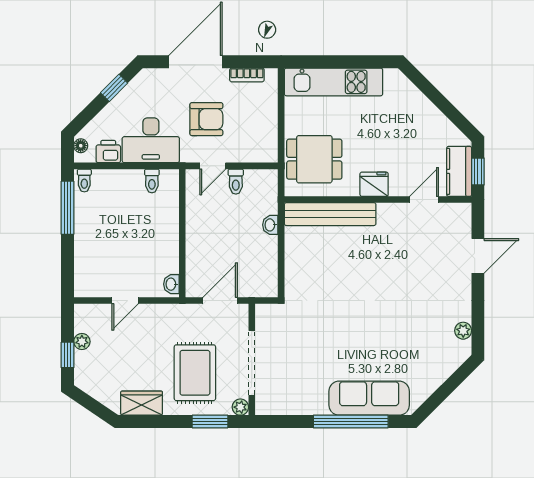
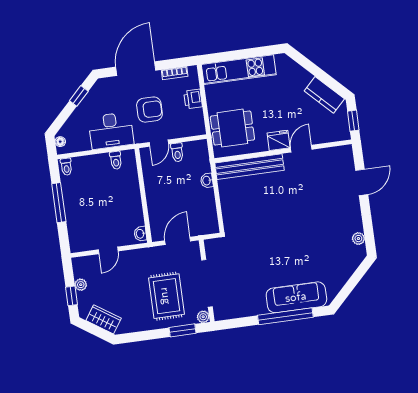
printer: (108, 152) -> (193, 99), moved, turned -90
kitchen counter: (459, 171) -> (324, 95), moved, turned -45
door: (424, 200) -> (301, 149), moved
window: (68, 208) -> (59, 203), moved
wardrobe: (142, 403) -> (104, 319), moved, turned 34

